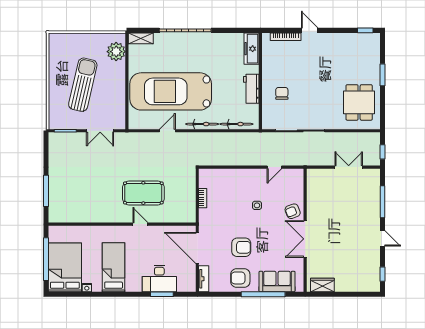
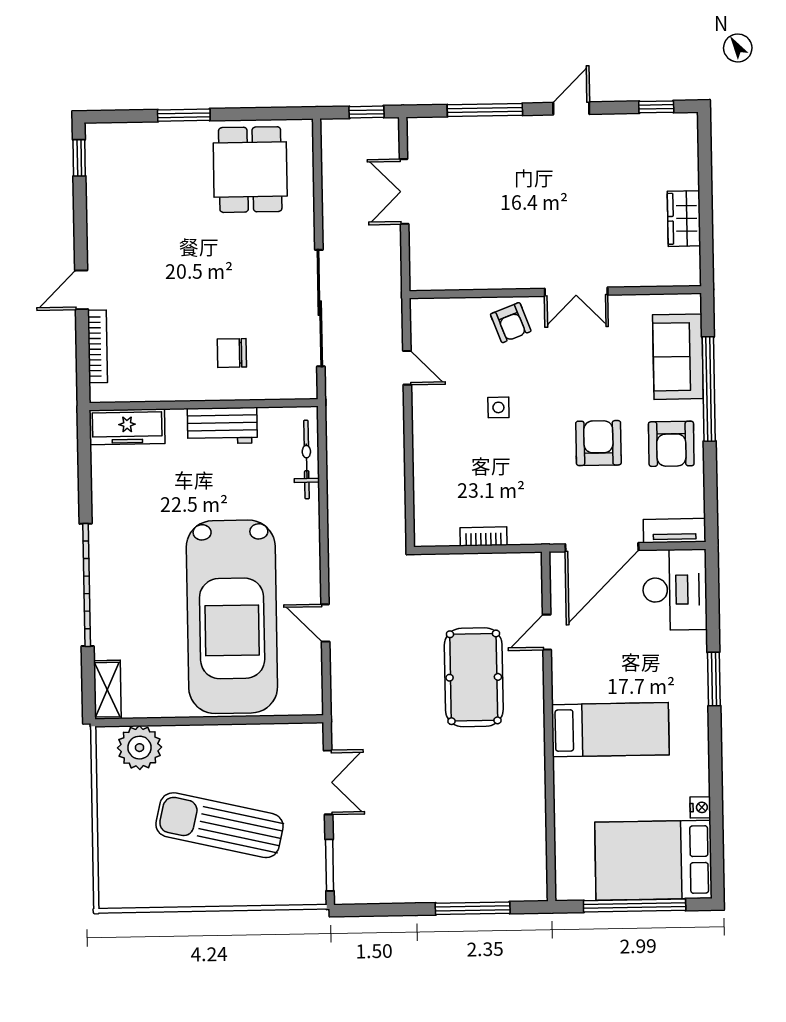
dining table: (359, 102) -> (250, 170), turned 90
bicycle: (202, 124) -> (308, 541), removed
door: (140, 224) -> (547, 632), moved
double door: (305, 239) -> (576, 292), width x0.73
bed: (114, 267) -> (610, 730), moved, turned 180
desk: (159, 278) -> (675, 590), moved
wardrobe: (322, 285) -> (684, 219), moved
window: (162, 294) -> (714, 679), moved

